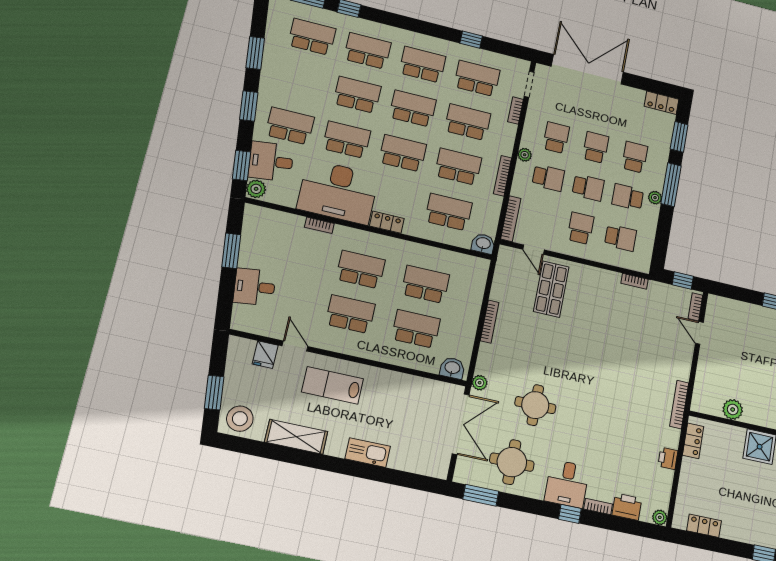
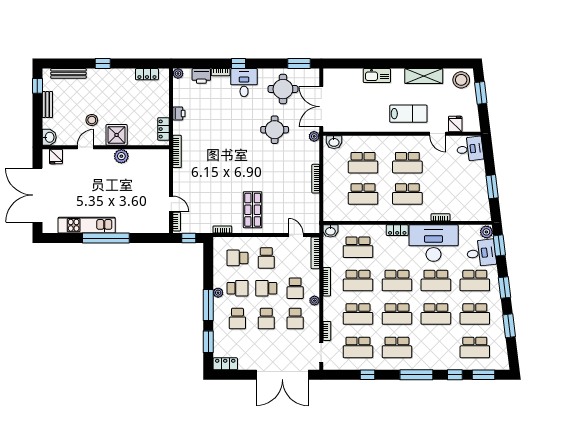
window: (403, 22) -> (416, 375), added
school desk: (367, 51) -> (475, 314), moved
school desk: (548, 178) -> (295, 288), turned -90
desk: (254, 287) -> (470, 149), moved
shop shelf: (551, 289) -> (253, 210), moved
plant: (733, 409) -> (121, 156), moved

